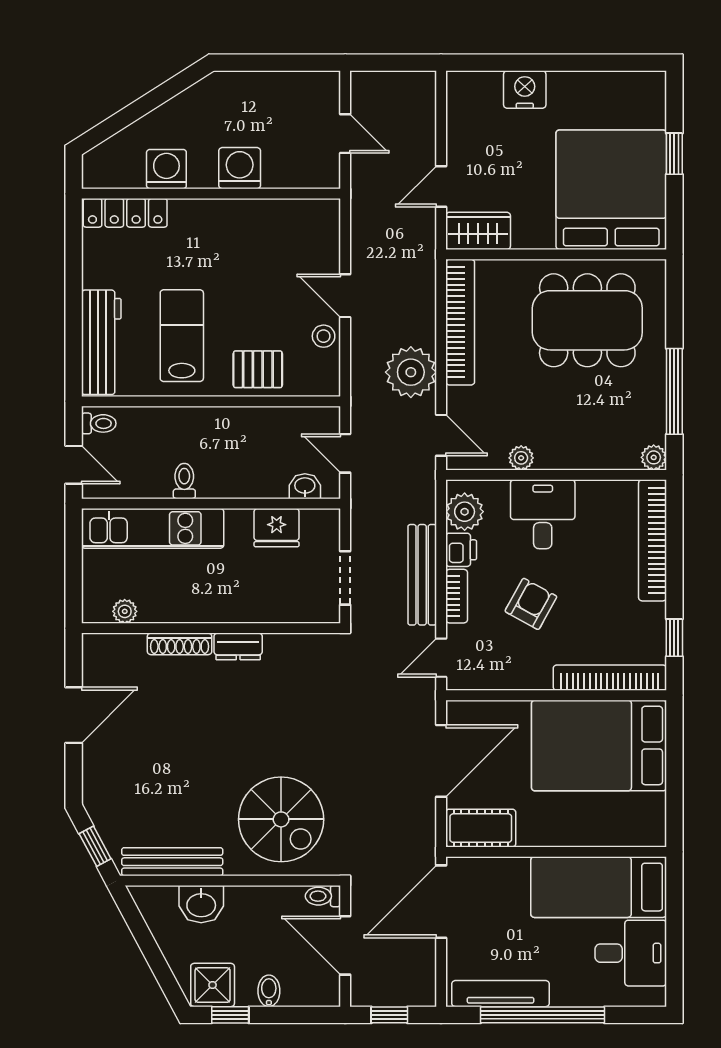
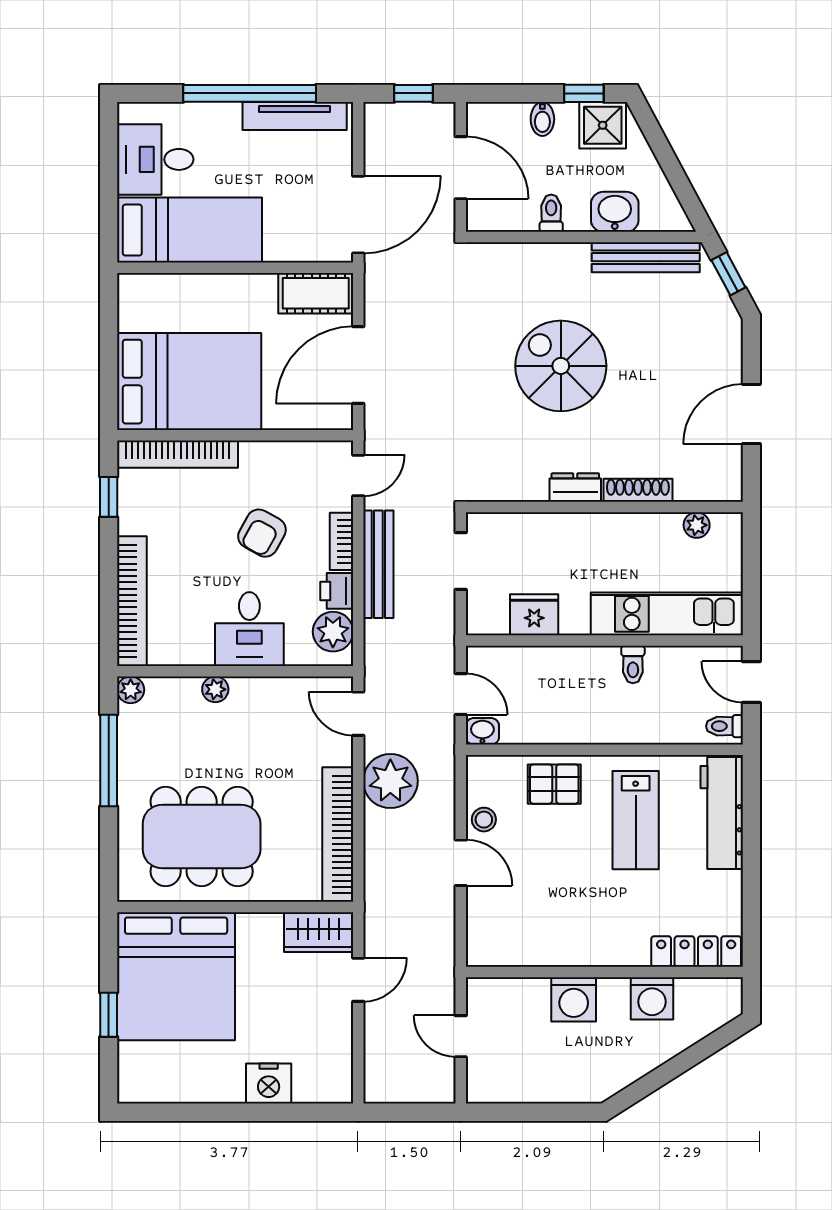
plant: (521, 458) -> (215, 689), moved
washbasin: (305, 486) -> (482, 731), moved, turned 180
spiral stairs: (281, 819) -> (561, 366), moved
toilet: (323, 896) -> (551, 213), moved, turned -90

